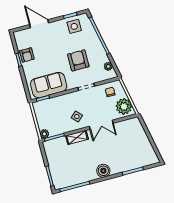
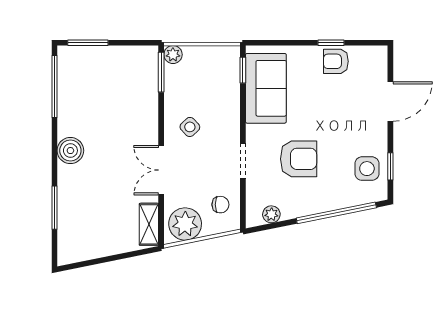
shelving: (77, 137) -> (149, 224), moved

